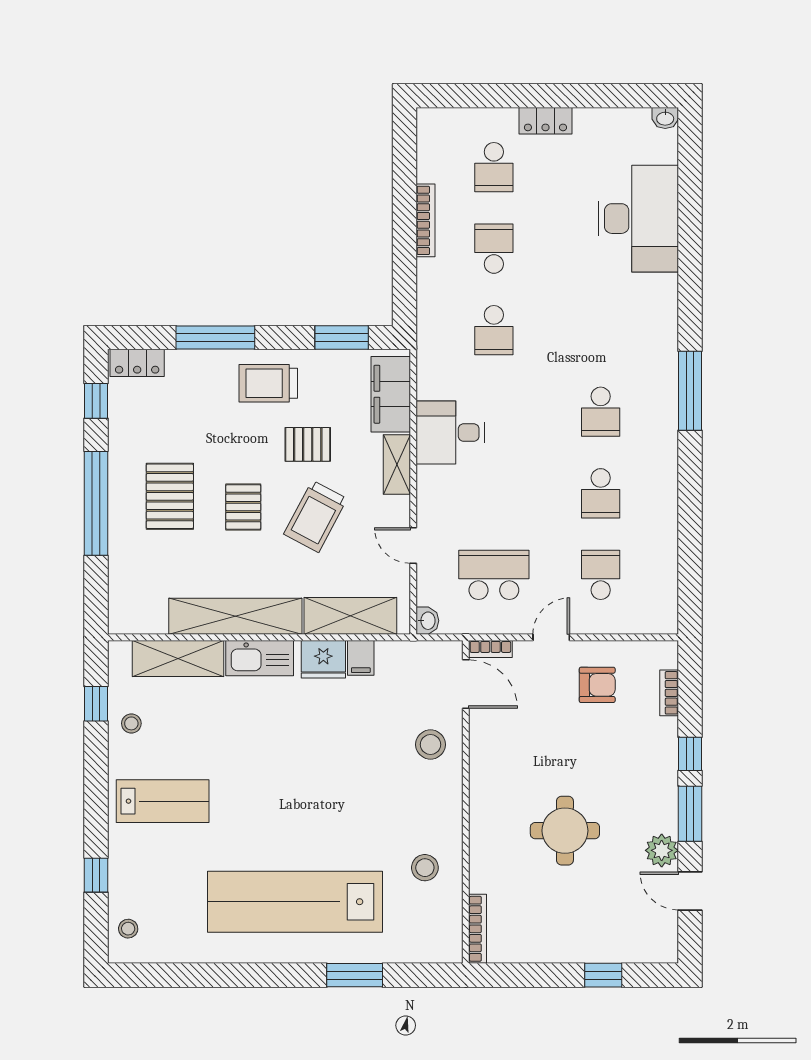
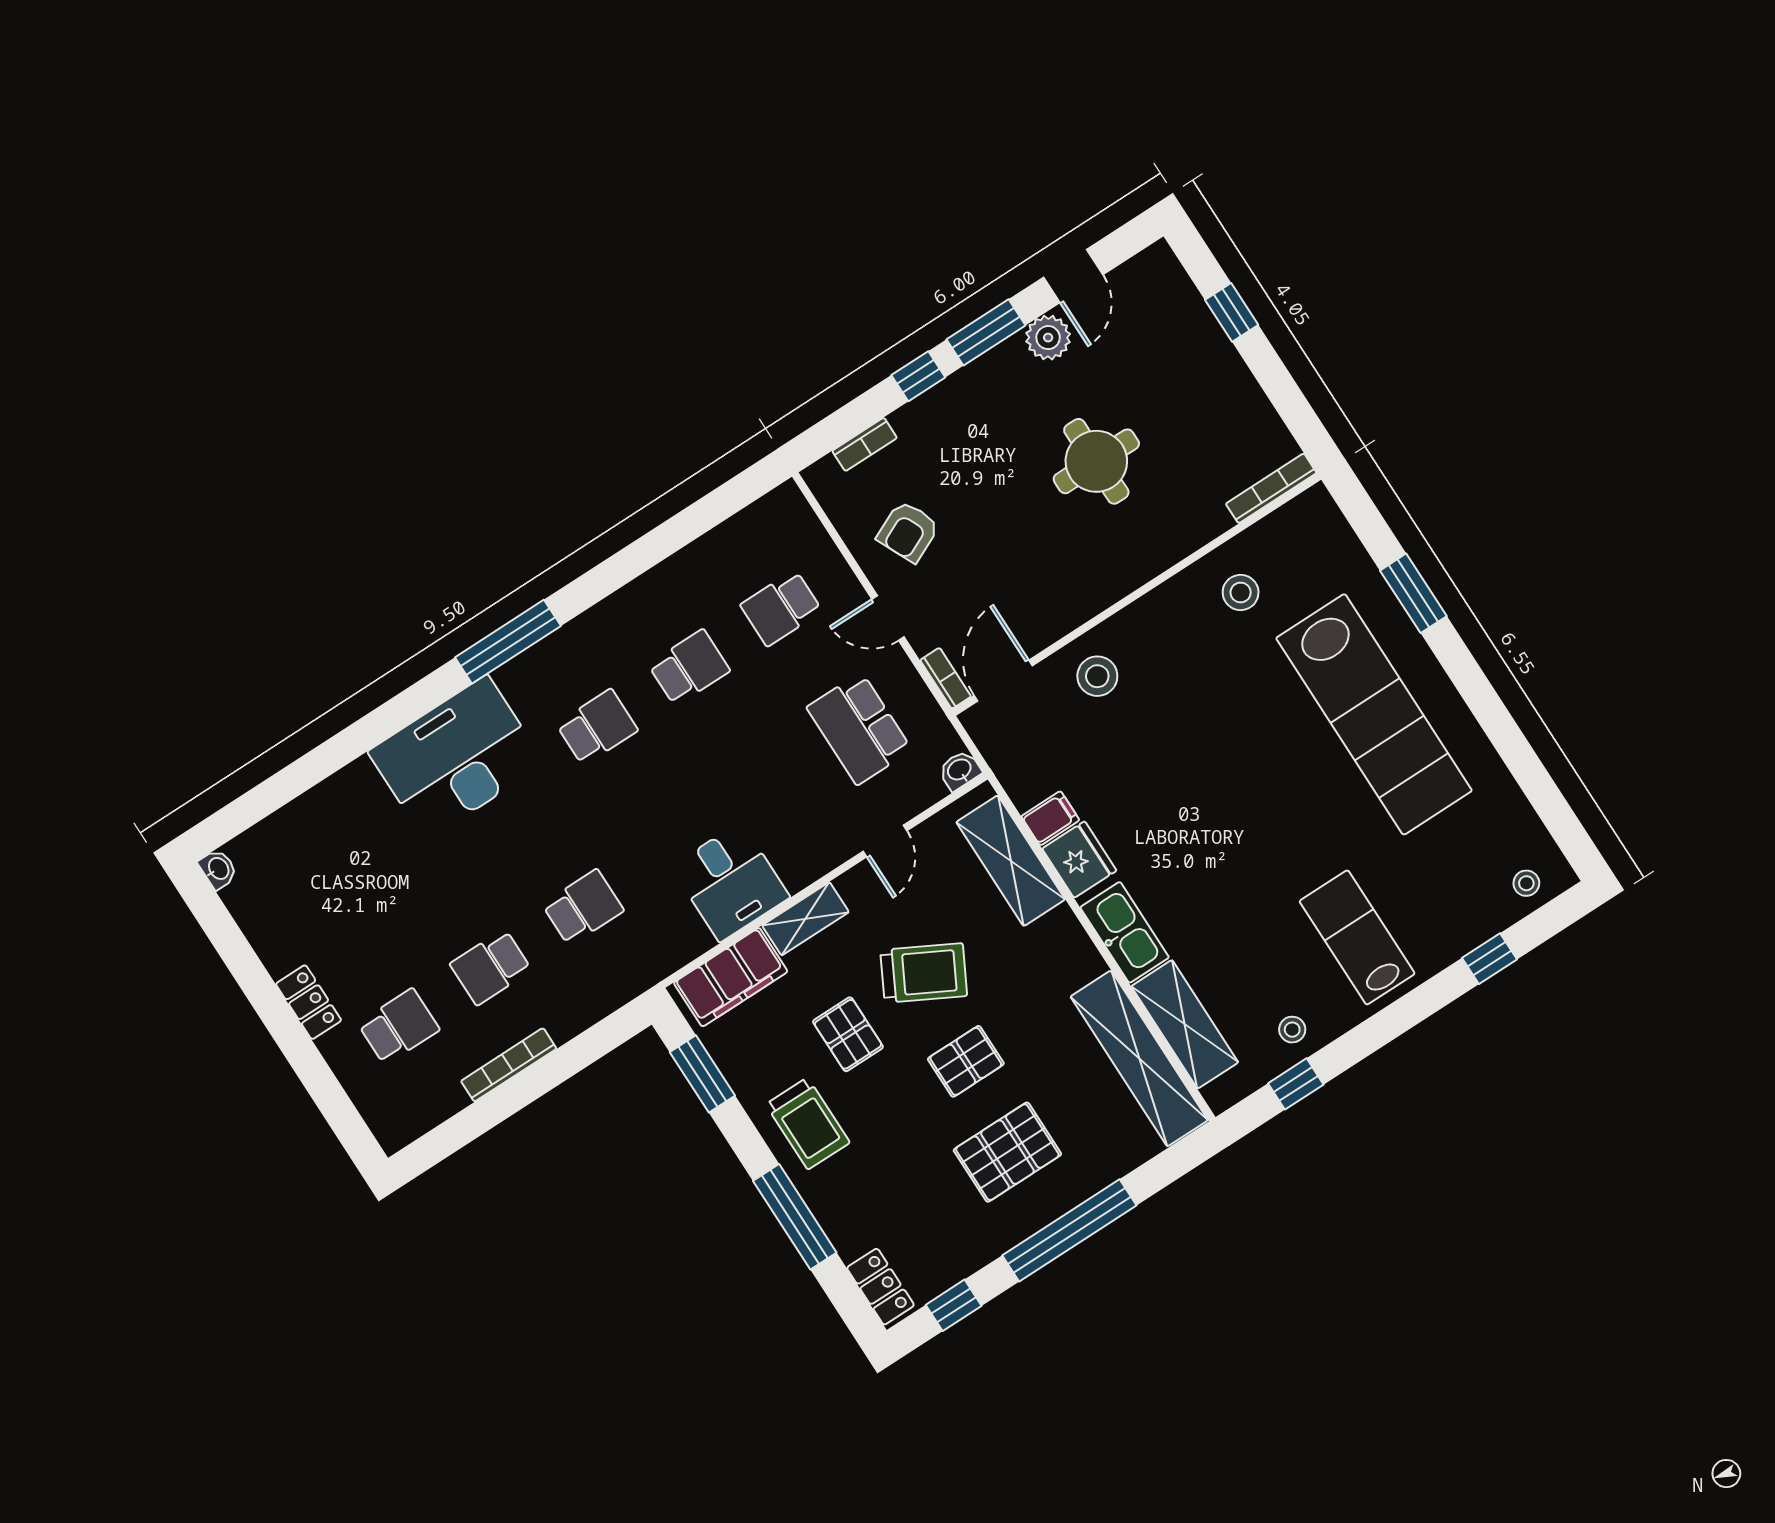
desk: (638, 219) -> (456, 758), moved
shelving: (235, 616) -> (1139, 1058), moved
armchair: (597, 685) -> (908, 531), turned -115

